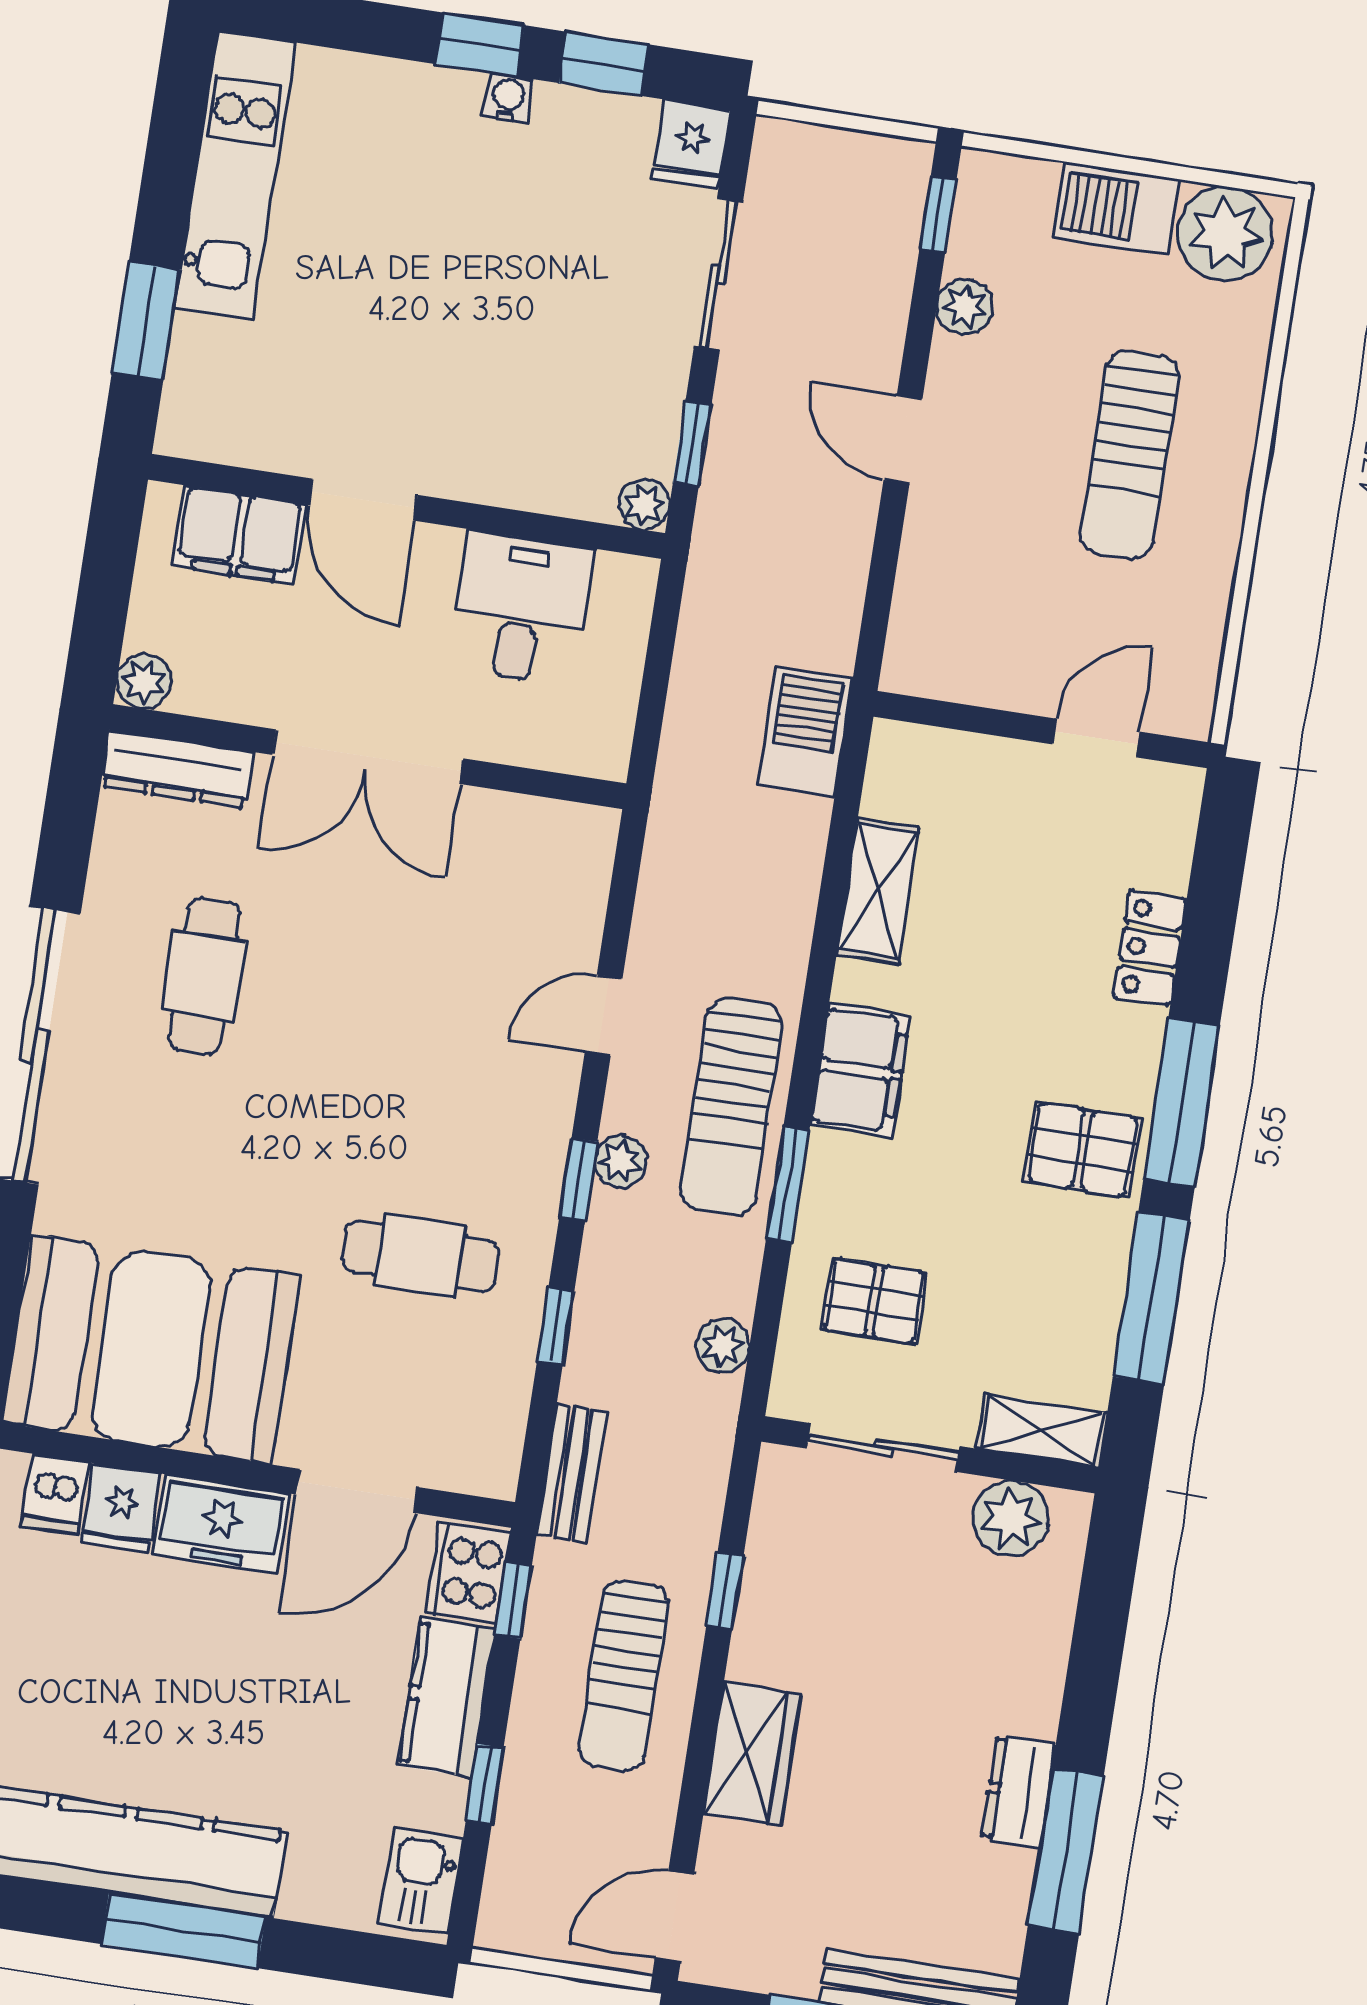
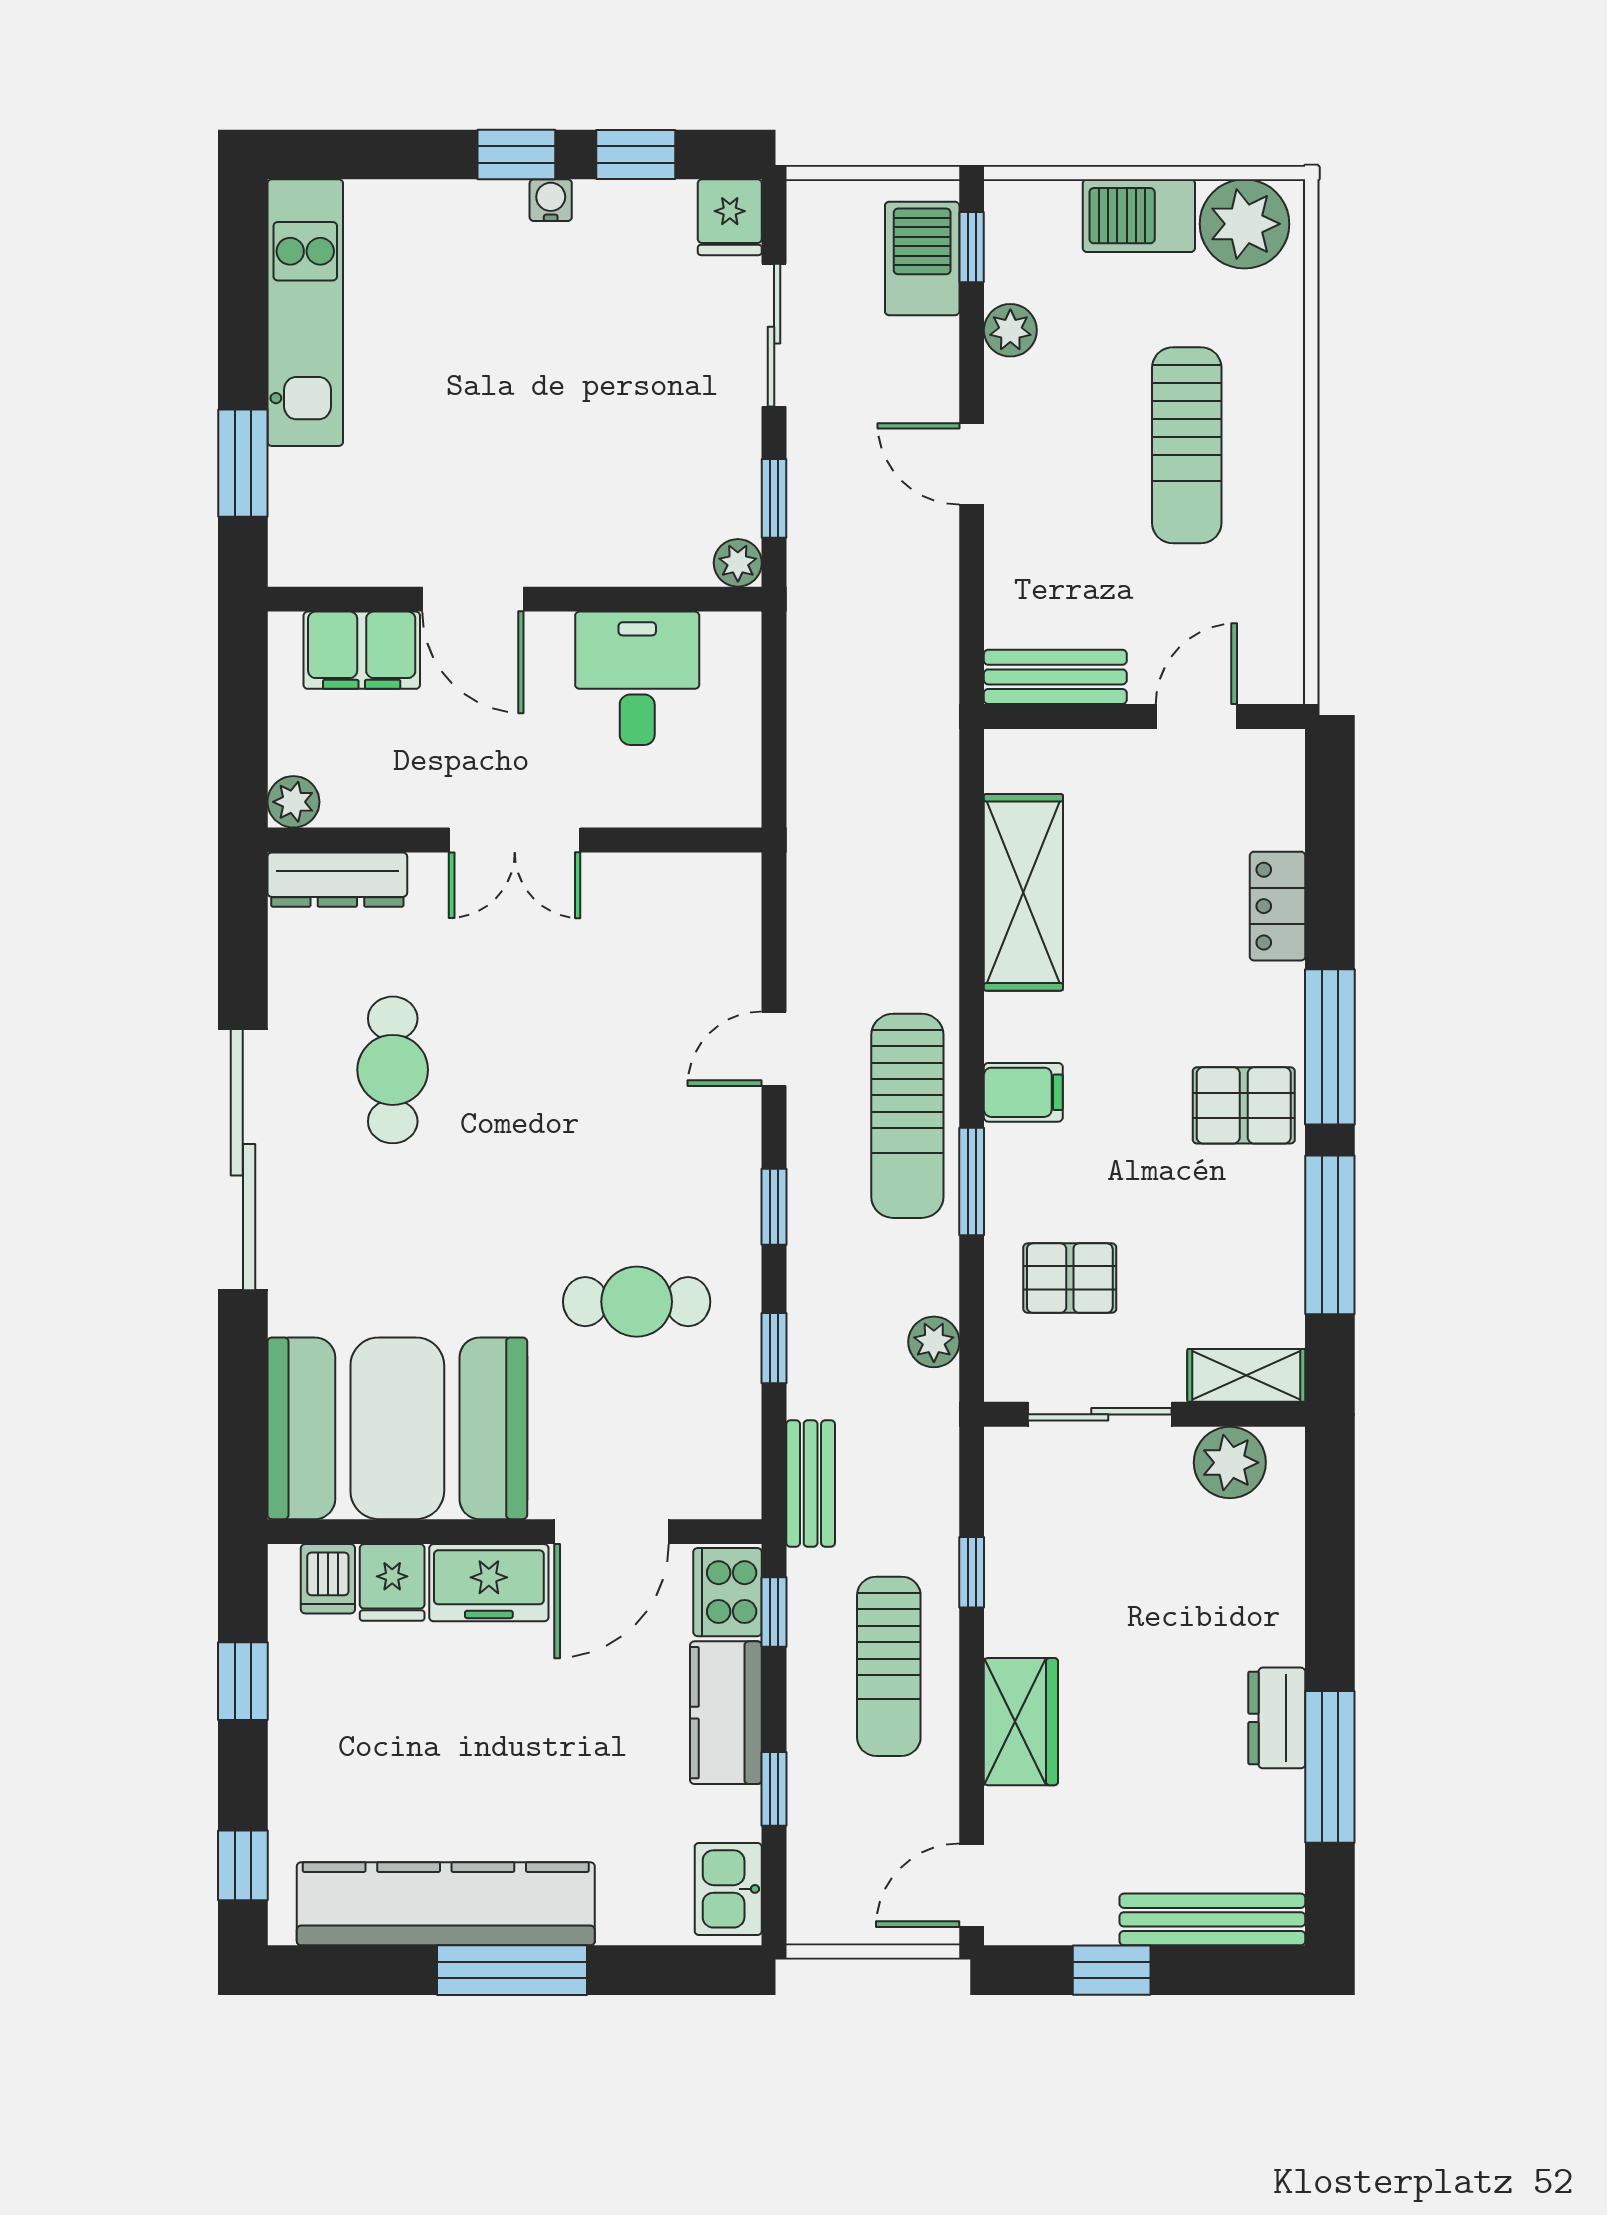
bench: (956, 674) -> (1055, 677), added
barbecue: (805, 732) -> (922, 258), moved
double door: (368, 757) -> (515, 840), width x0.73
shelving: (878, 891) -> (1023, 892), width x1.50, depth x1.33
filing cabinet: (860, 1070) -> (1023, 1092), width x0.50
plant: (621, 1162) -> (811, 1184), removed

